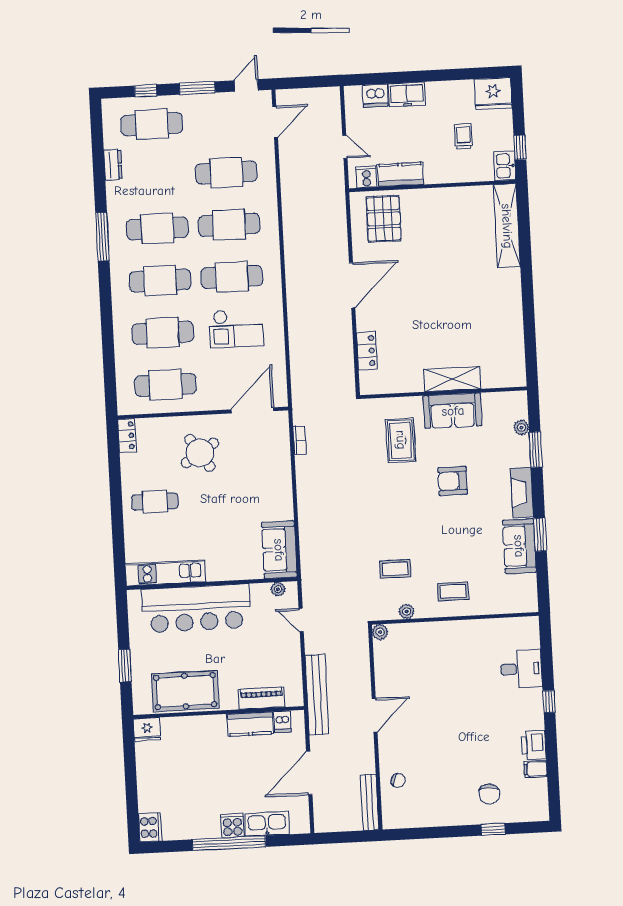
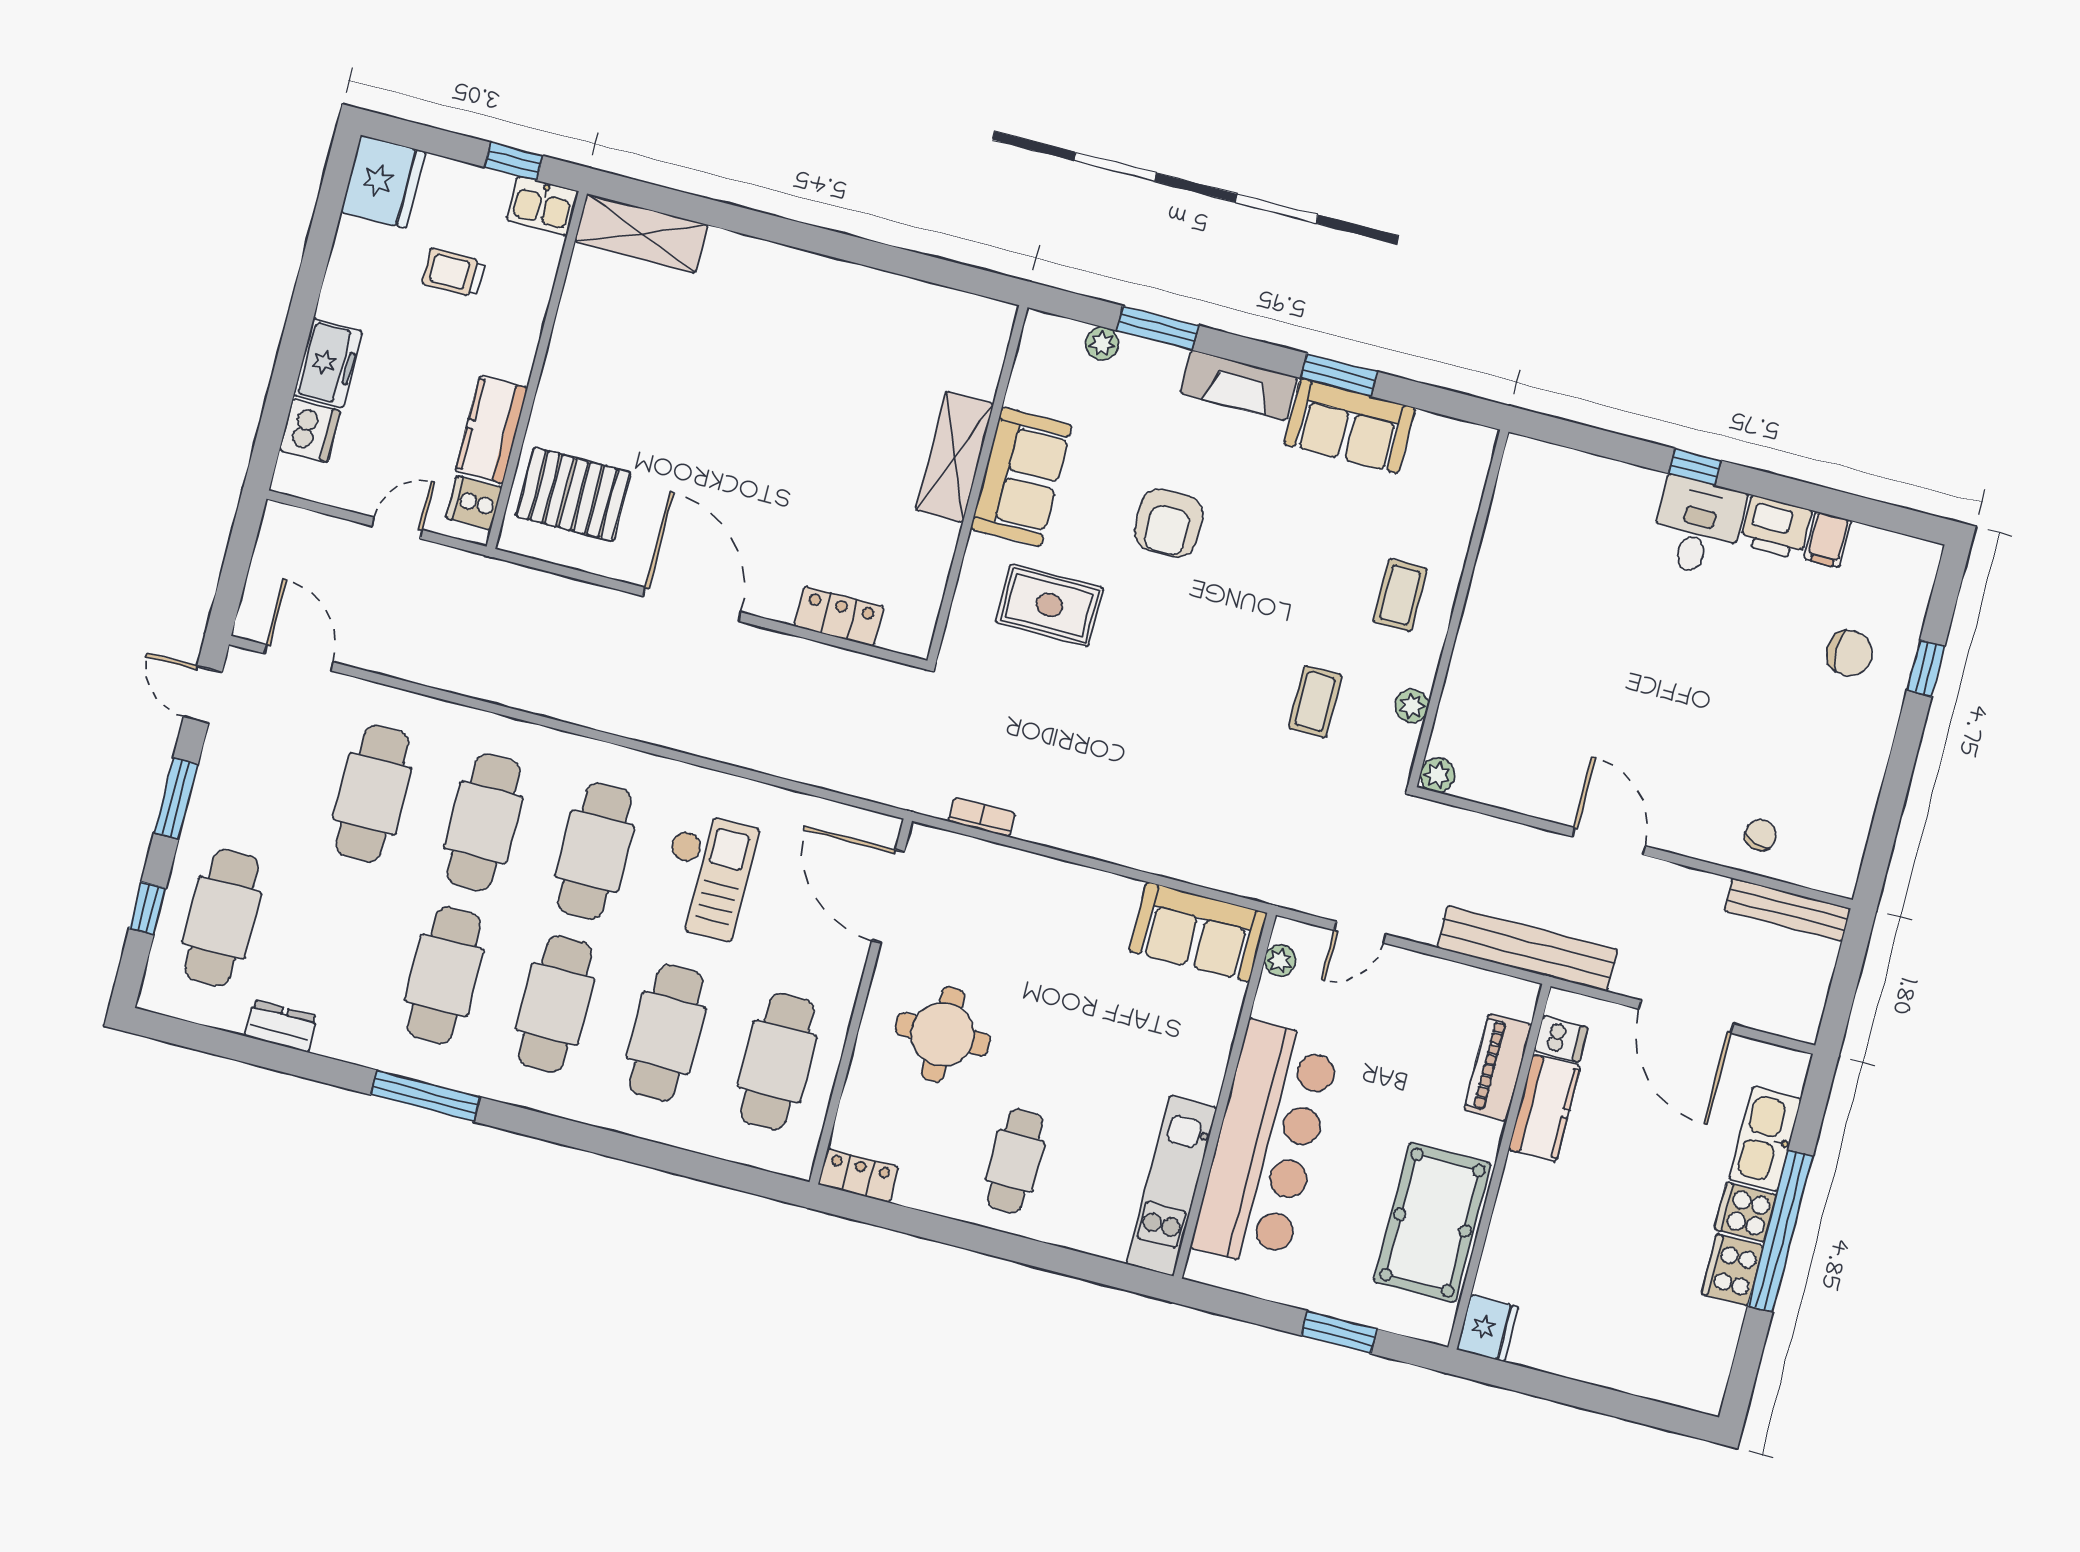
shelving: (507, 226) -> (641, 233), width x0.68
round table: (200, 453) -> (943, 1034), turned 33
desk: (521, 669) -> (1698, 527), moved
cooker: (150, 827) -> (1732, 1270), moved, turned -90

